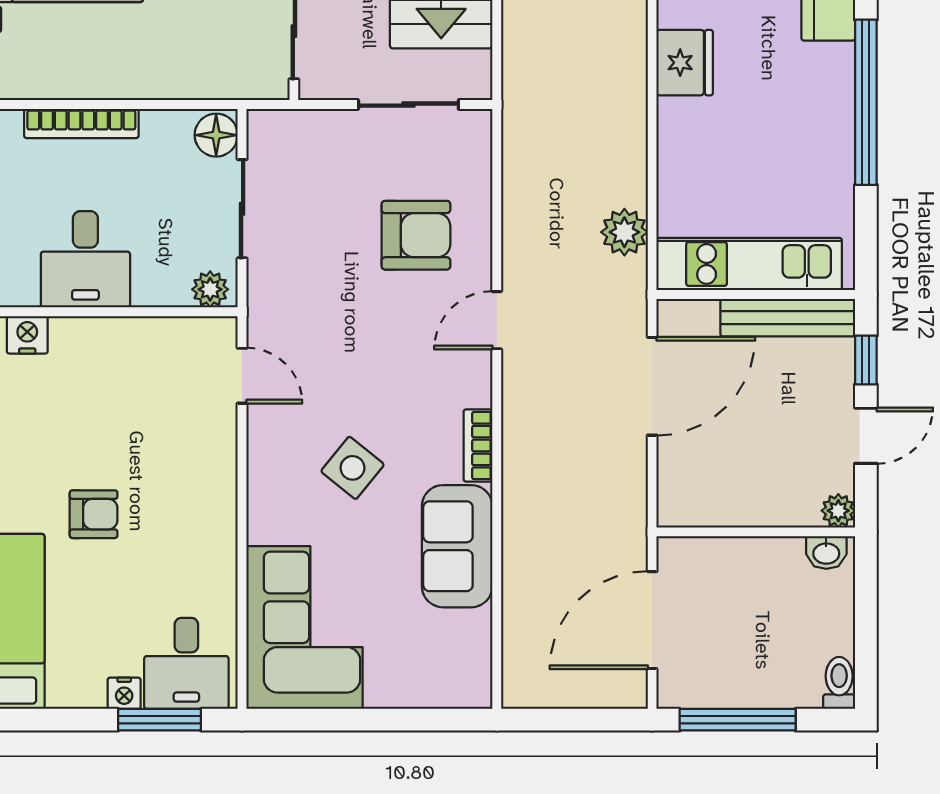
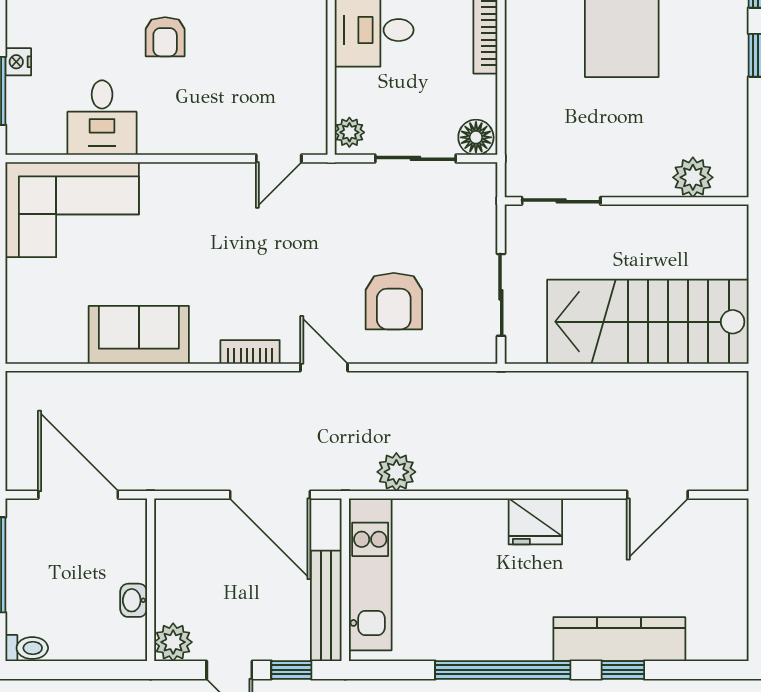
bookcase: (478, 446) -> (250, 352), moved
side table: (352, 468) -> (203, 249), removed
plant: (838, 511) -> (173, 642), width x1.38, depth x1.38
washbasin: (826, 553) -> (134, 600), moved
desk: (186, 663) -> (102, 118), moved, turned -90

